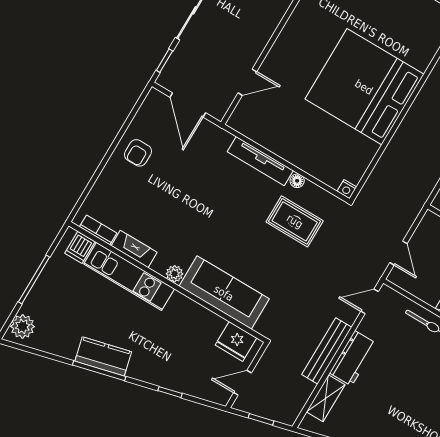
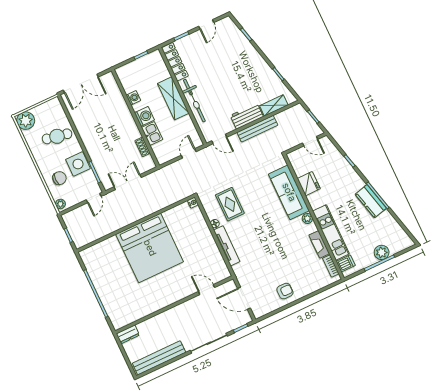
door: (188, 105) -> (244, 298), swing flipped
plant: (23, 326) -> (382, 252), moved
fridge: (236, 341) -> (309, 184), moved

